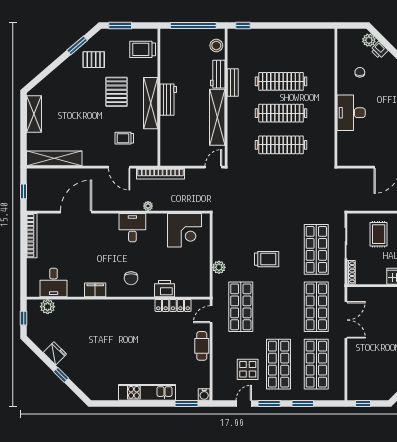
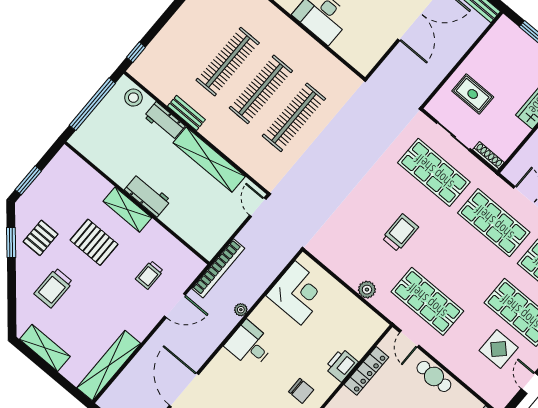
trolley: (143, 49) -> (53, 288), moved
shelving: (151, 103) -> (127, 210), width x0.68

